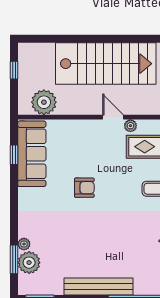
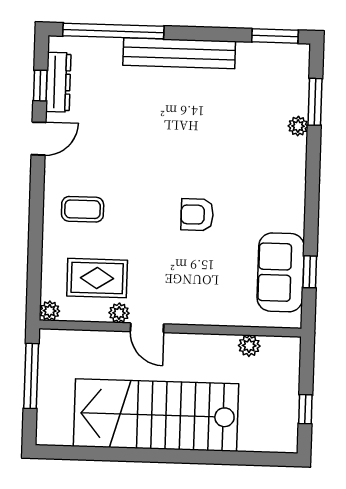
plant: (44, 102) -> (249, 346), width x0.53, depth x0.53
sofa: (32, 154) -> (281, 272), width x0.73
plant: (29, 263) -> (291, 96), removed

